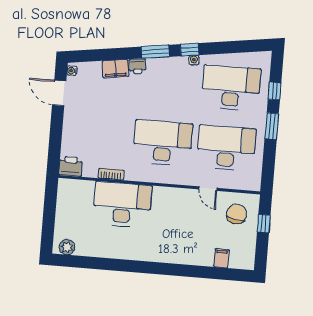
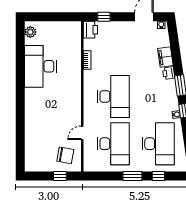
window: (55, 147) -> (104, 17), added
desk: (122, 204) -> (40, 66), moved, turned 180
filing cabinet: (221, 258) -> (32, 147), removed

